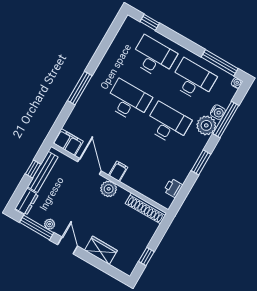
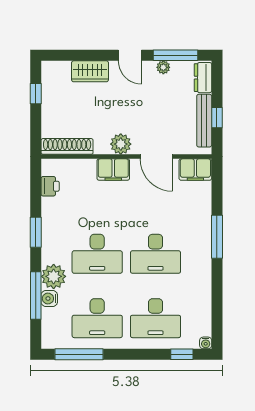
water cooler: (237, 83) -> (206, 343), moved
filing cabinet: (118, 171) -> (113, 170), width x2.00

